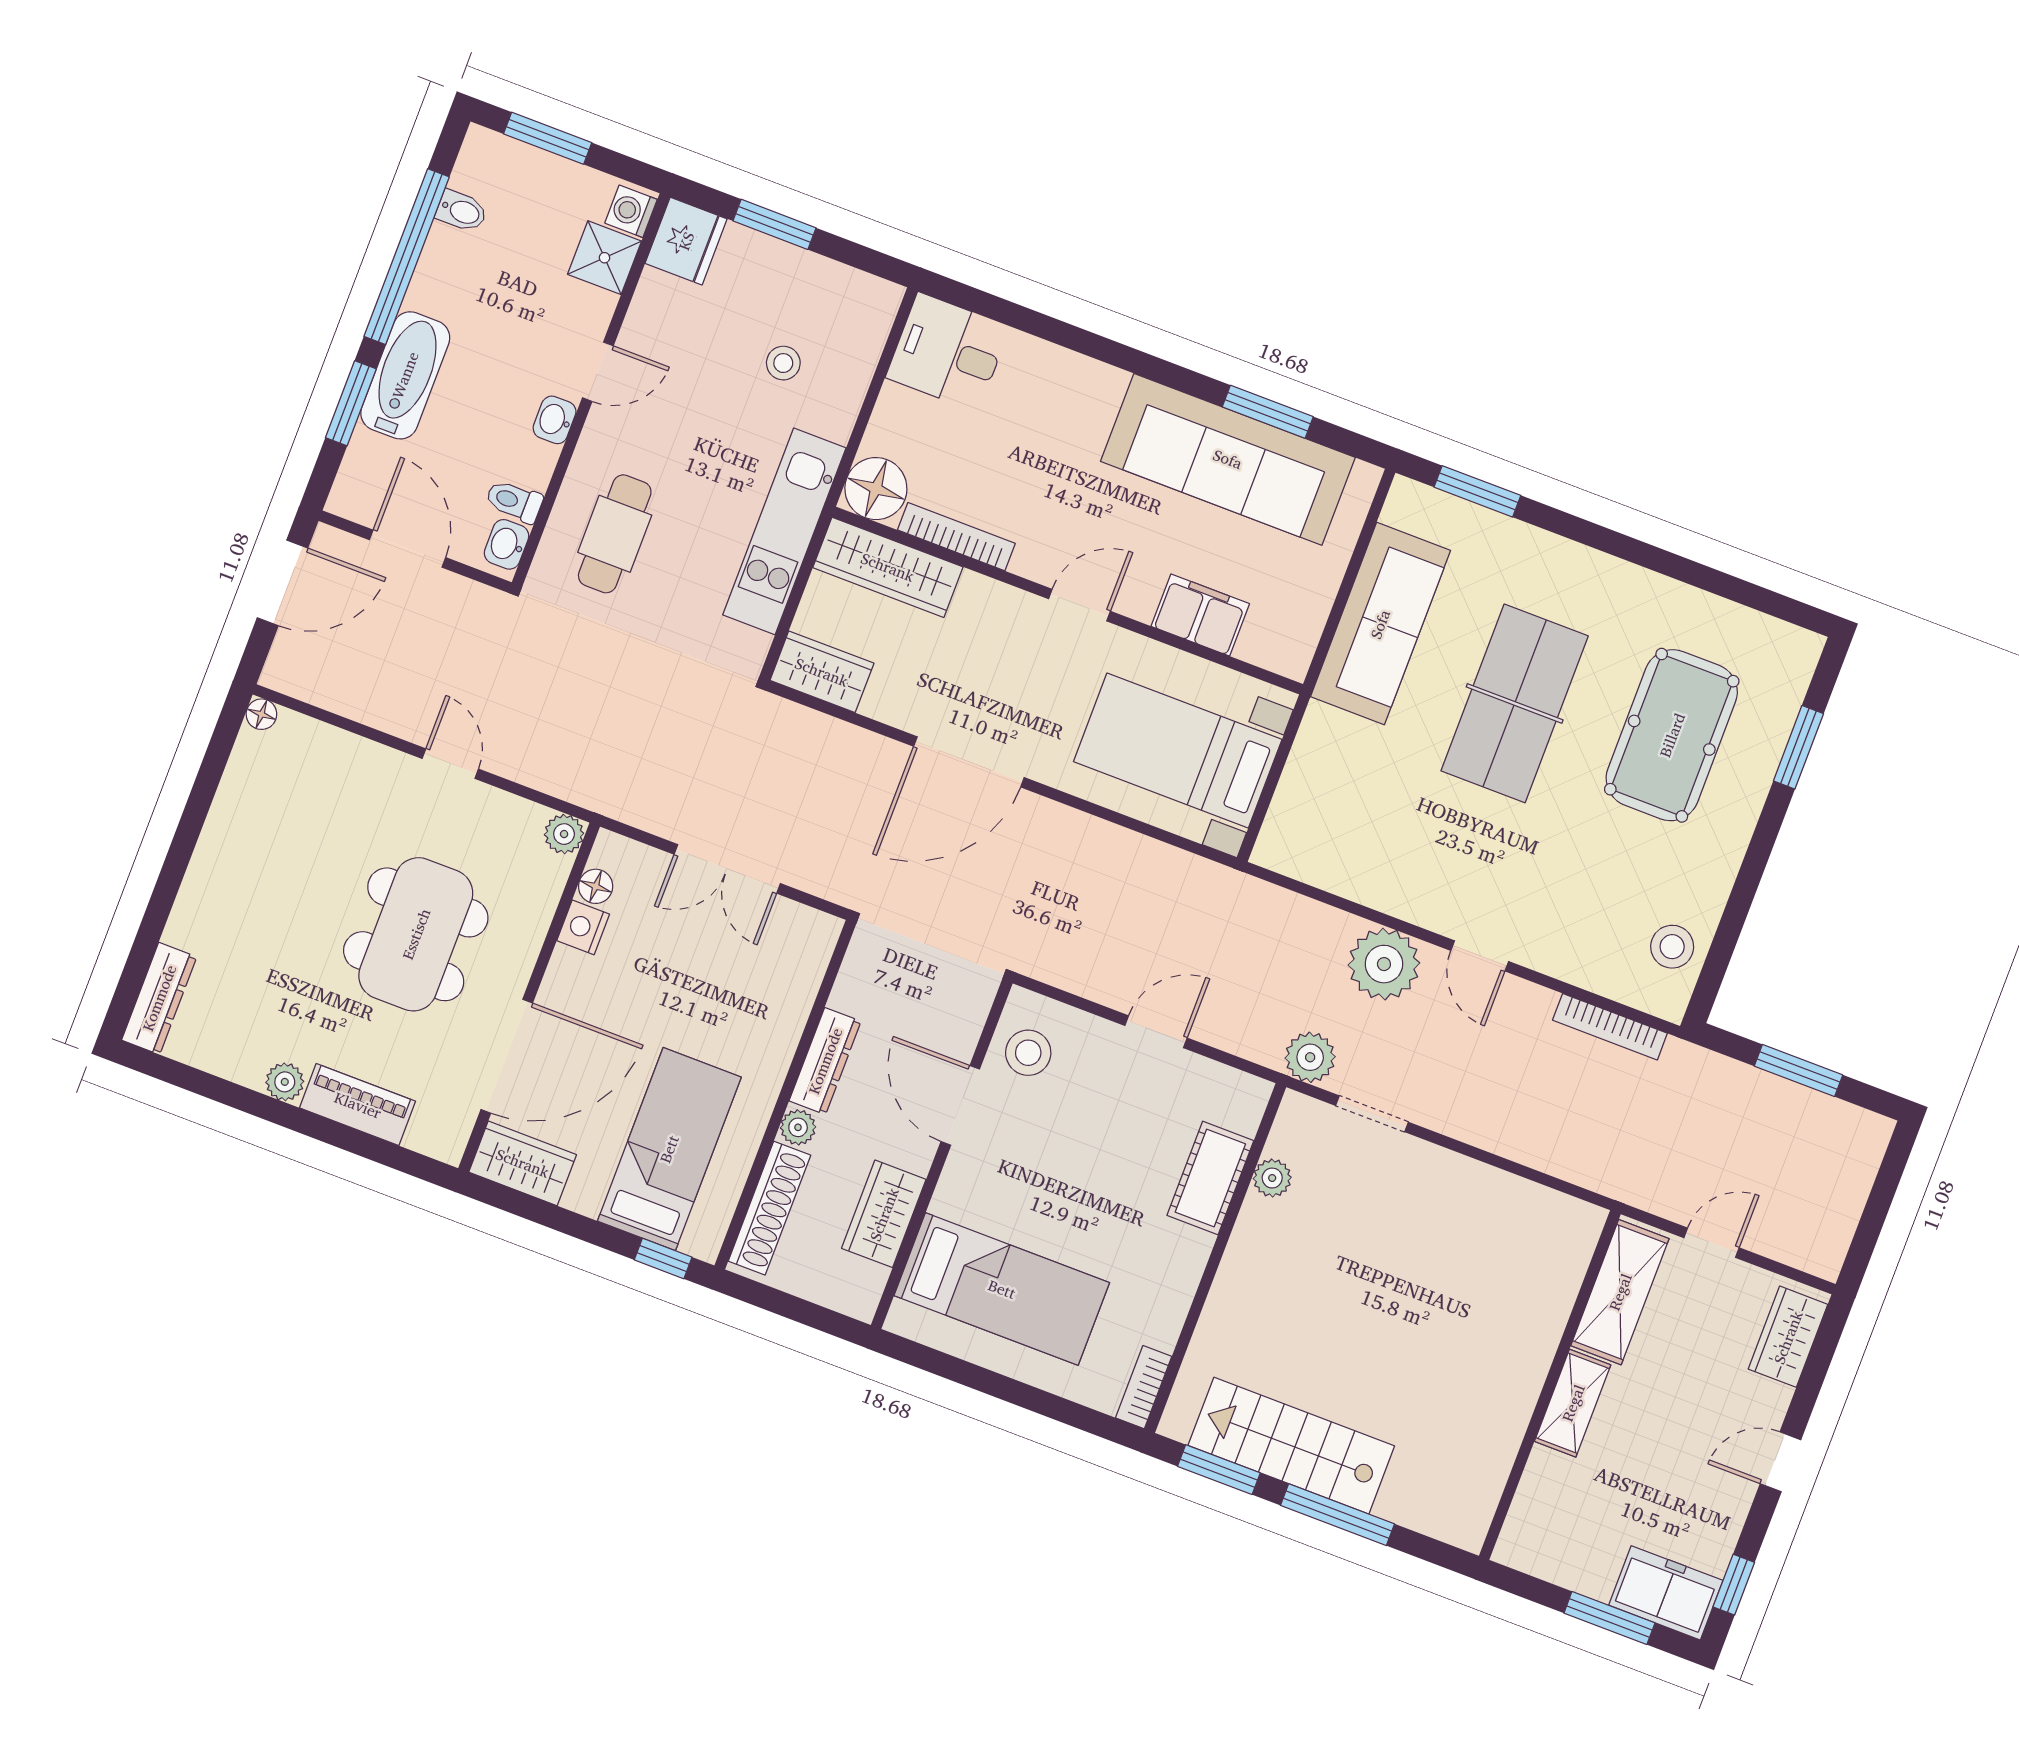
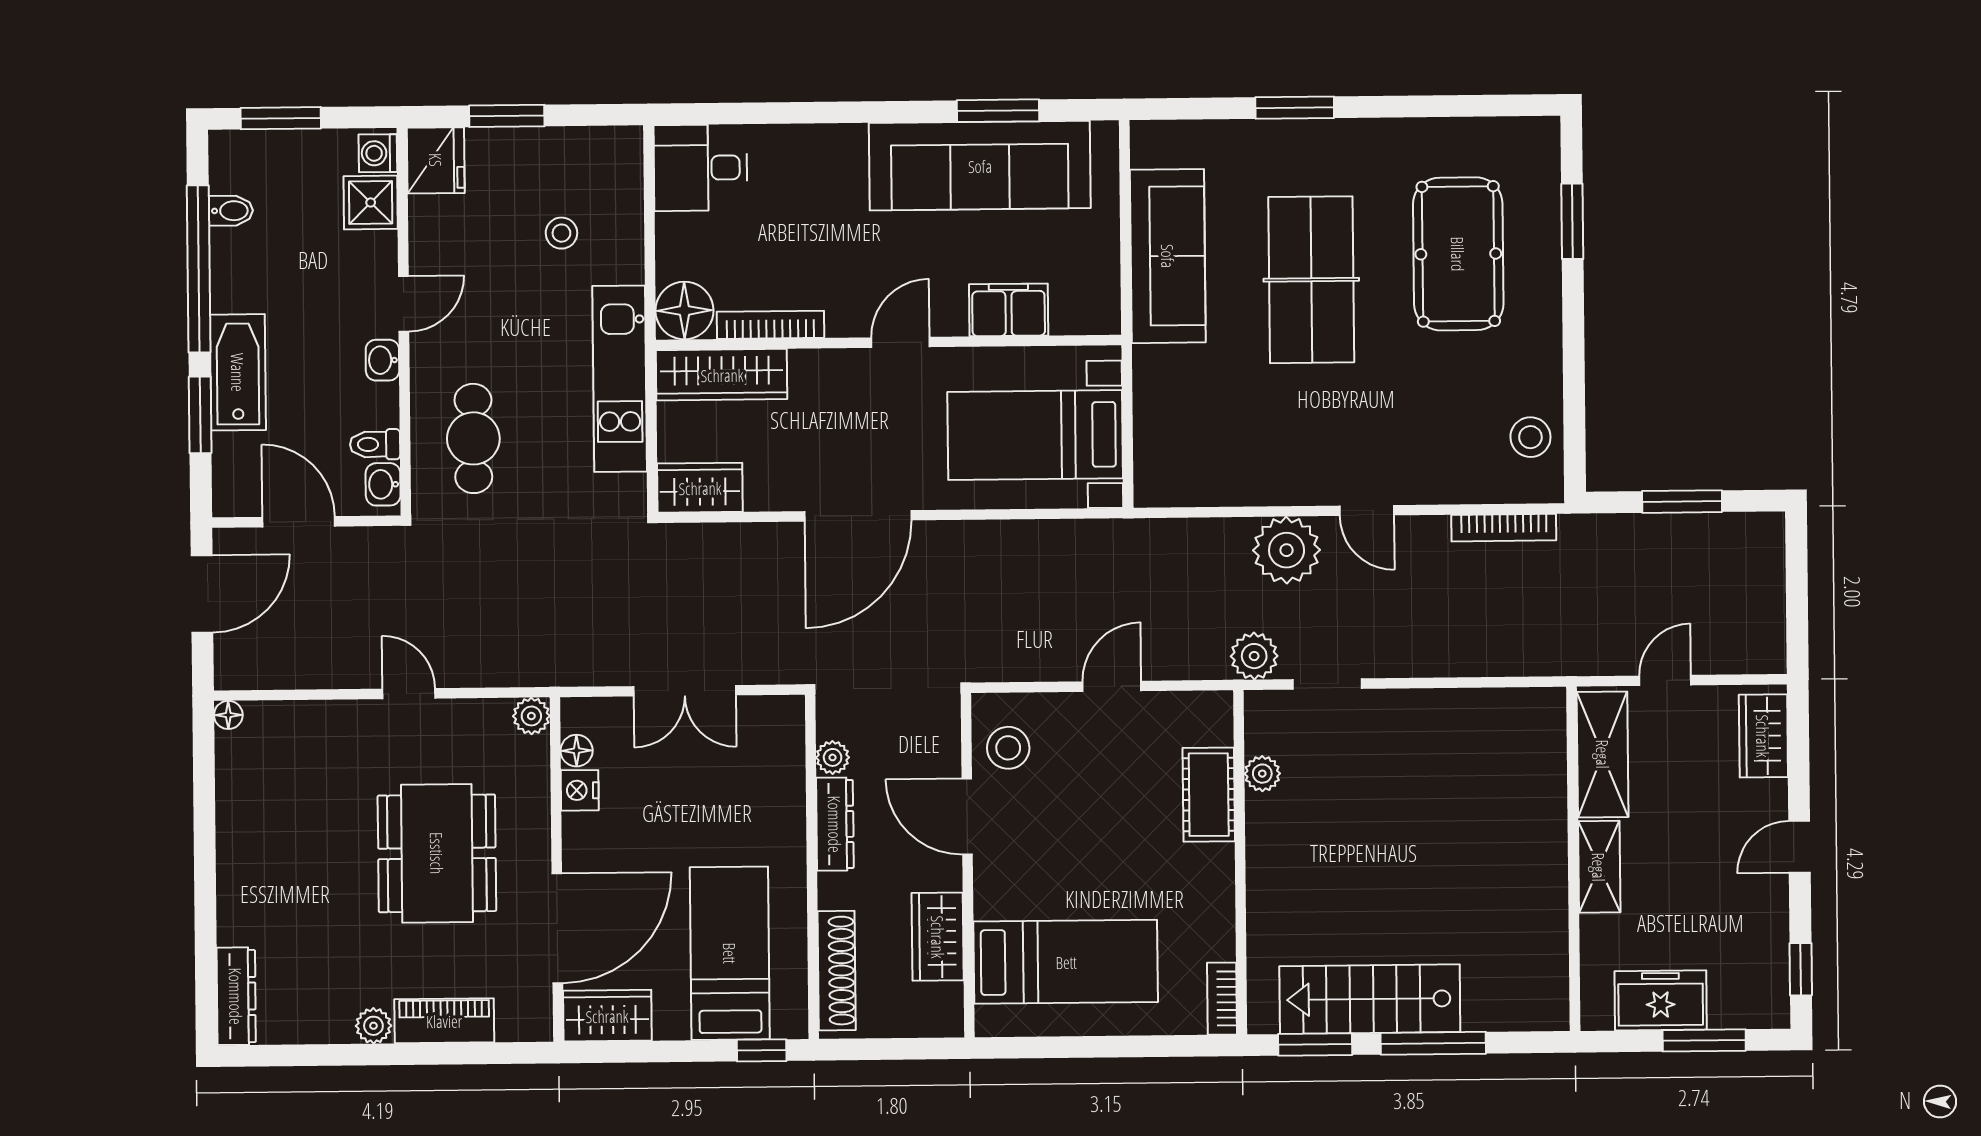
window: (1477, 491) -> (1295, 108), moved
plant: (798, 1127) -> (833, 757), moved
freezer: (1666, 1593) -> (1661, 1000), moved

